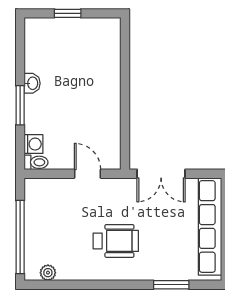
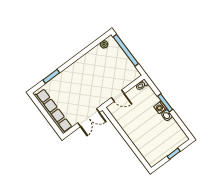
washing machine: (34, 144) -> (160, 107), moved
double door: (161, 174) -> (88, 118), swing flipped
wheelchair: (116, 241) -> (86, 77), removed

